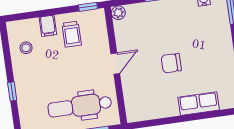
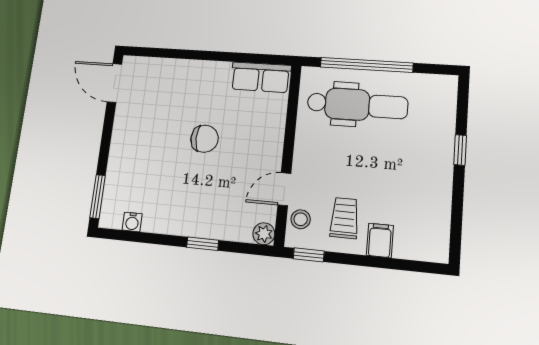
stool: (26, 48) -> (301, 219), moved
door: (115, 64) -> (284, 189), moved
row of seats: (199, 104) -> (261, 77), moved

